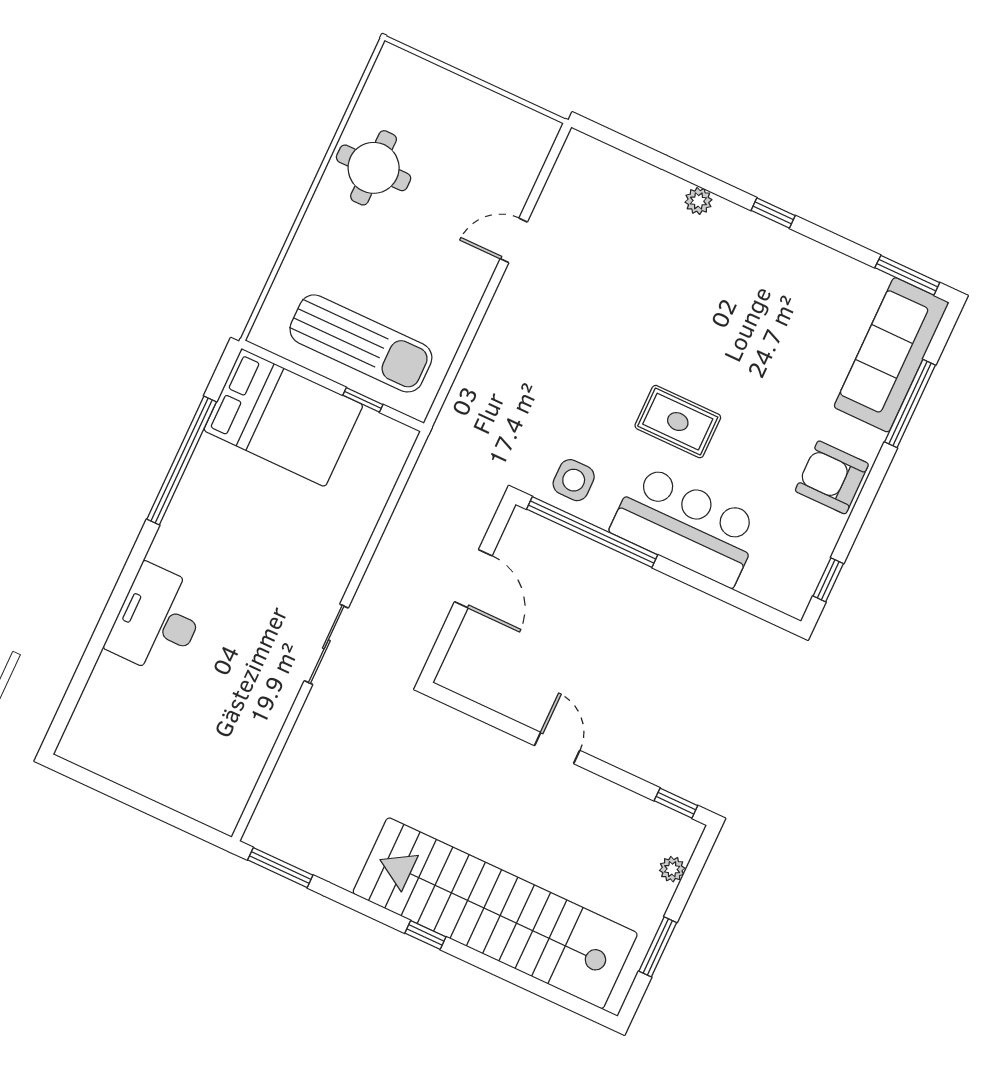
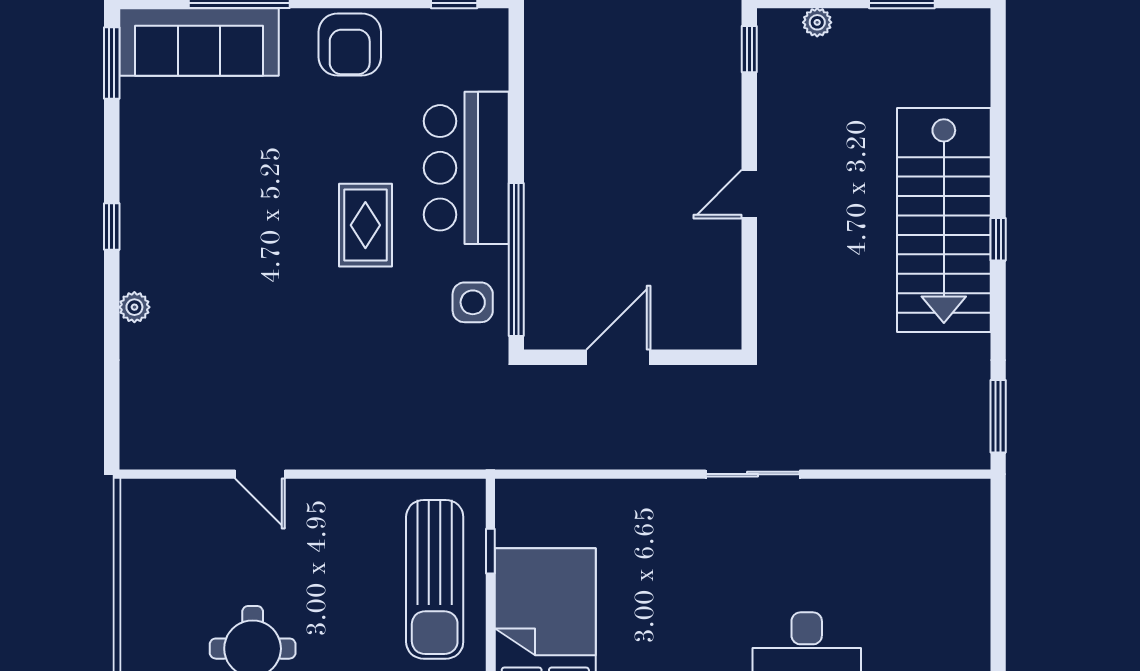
sun lounger: (361, 343) -> (435, 579), turned 180
stairs: (495, 913) -> (944, 220), width x0.73

